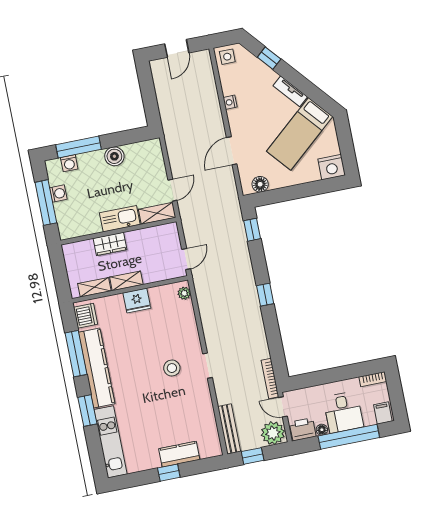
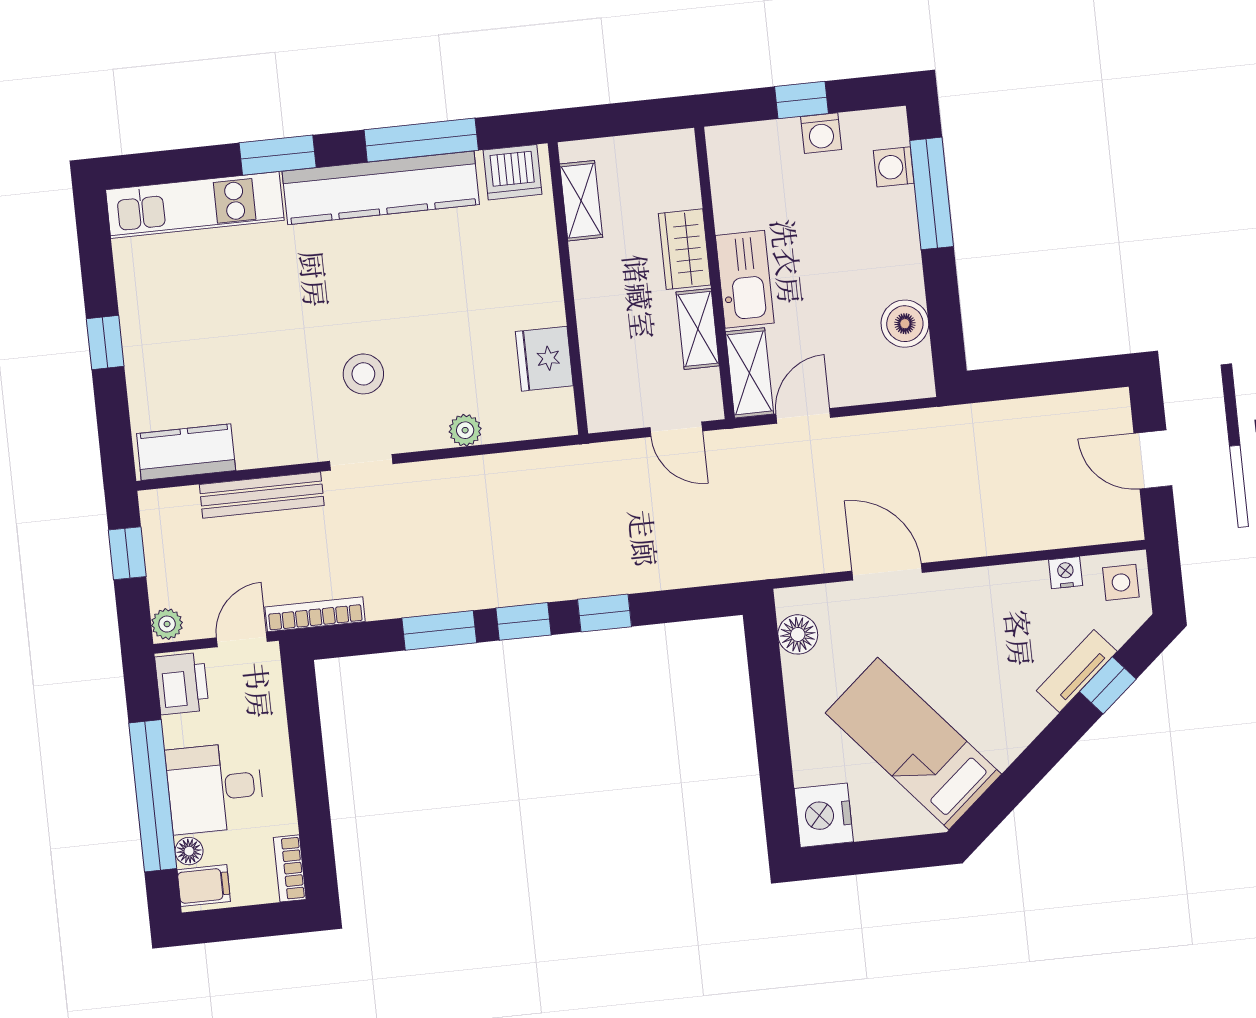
tv unit: (290, 91) -> (1077, 671), moved
nightstand: (230, 102) -> (1066, 573), moved
boiler: (114, 156) -> (905, 324), moved
door: (172, 190) -> (803, 416), swing flipped
window: (46, 203) -> (802, 100), width x0.46
window: (252, 230) -> (605, 613), moved
door: (186, 259) -> (676, 429), moved
shelving: (126, 281) -> (698, 329), moved
plant: (184, 293) -> (465, 430), moved
fridge: (137, 301) -> (544, 359), moved
window: (272, 328) -> (439, 630), added
bench: (229, 429) -> (262, 495), moved
floor lamp: (322, 430) -> (189, 851), moved
plant: (273, 433) -> (167, 624), width x0.53, depth x0.53
kitchen counter: (179, 454) -> (186, 452), moved, turned -90

